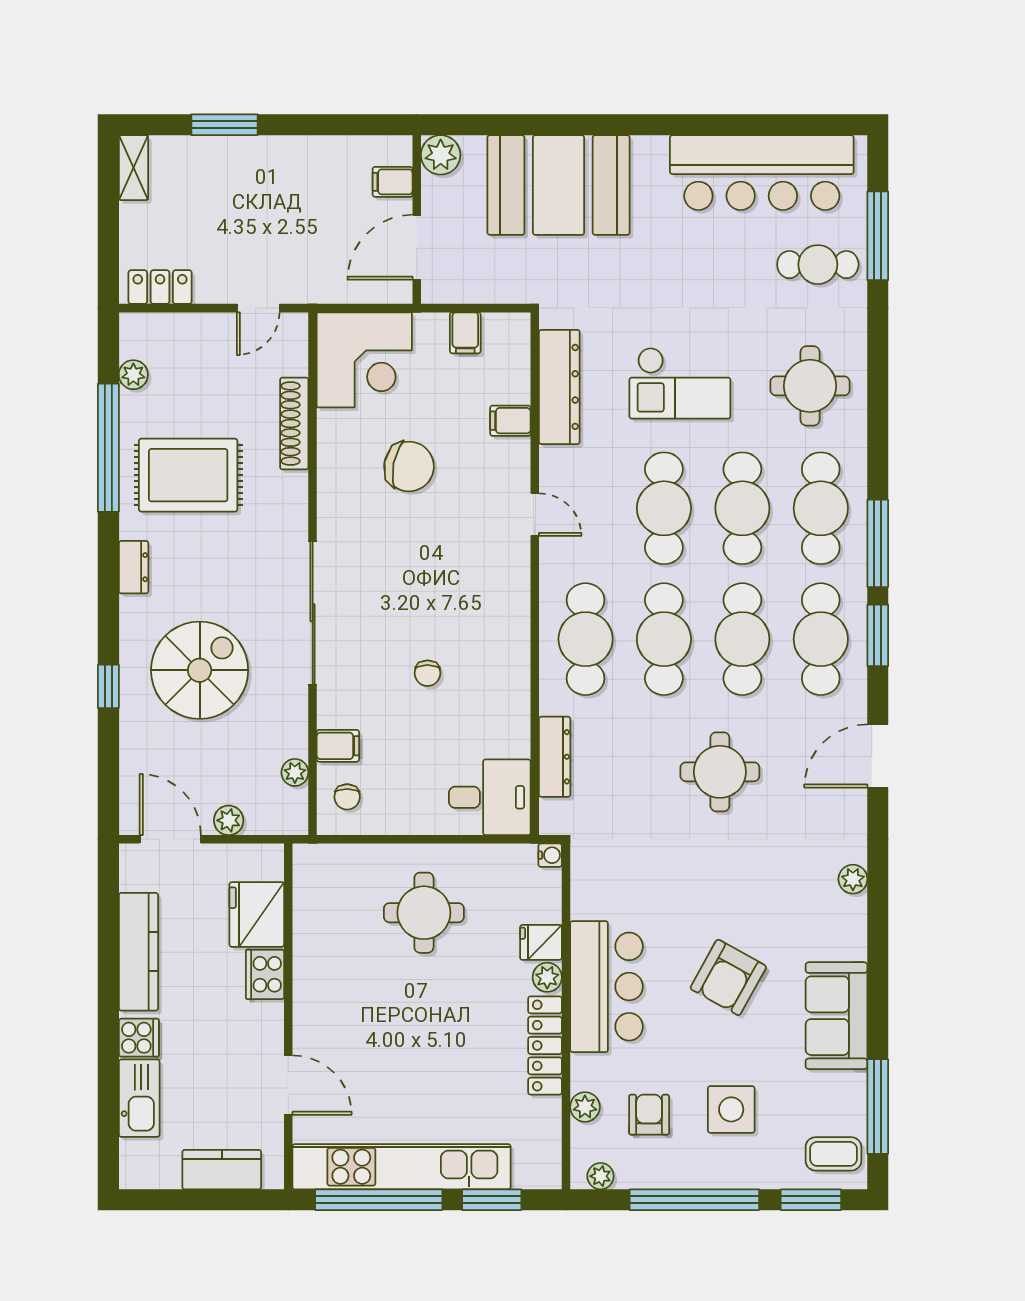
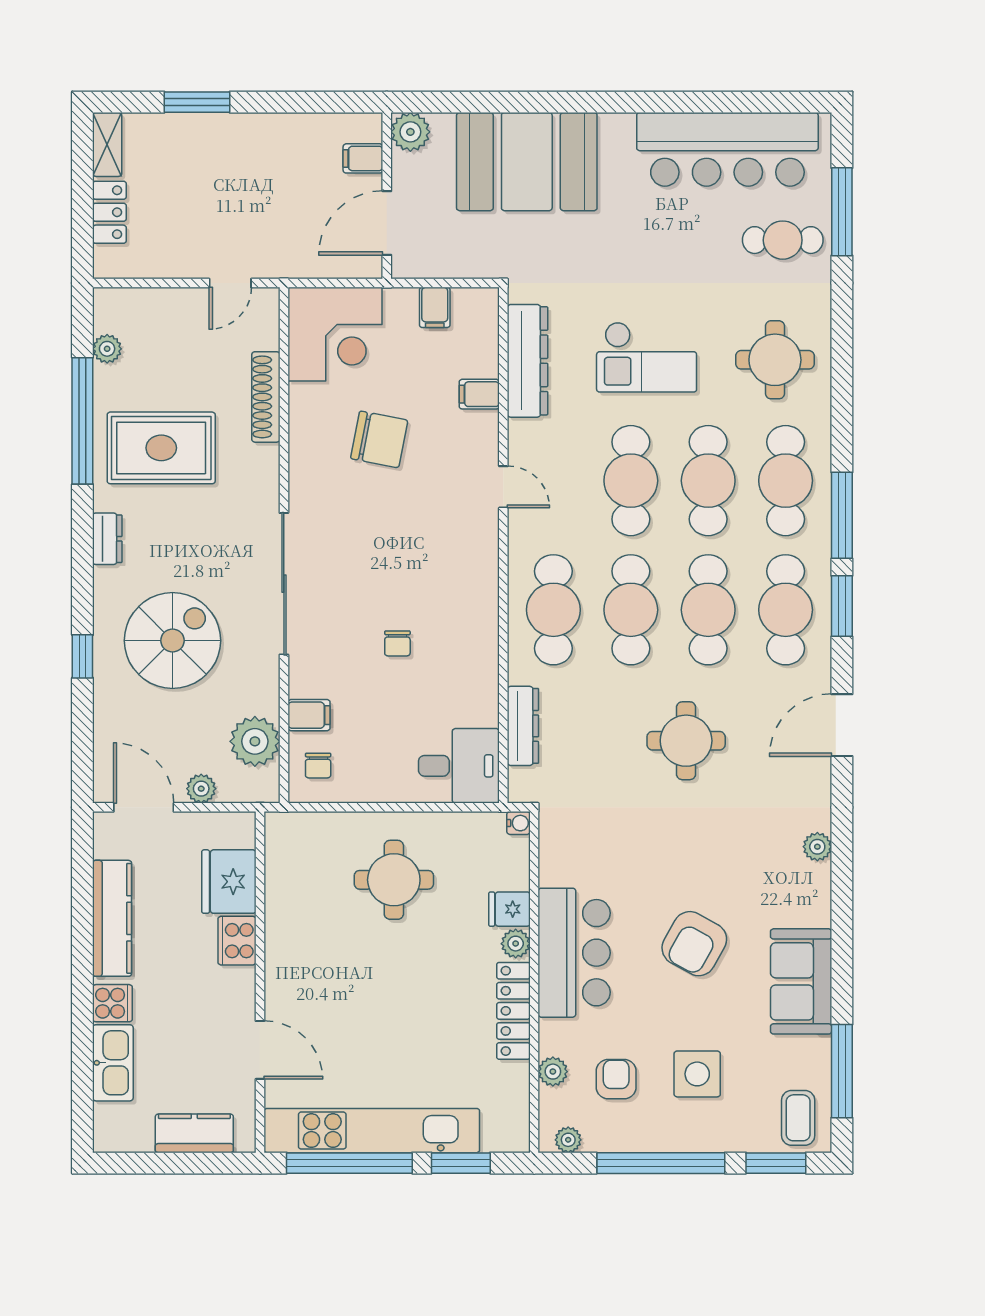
locker: (160, 287) -> (109, 212), moved, turned 90
plant: (295, 772) -> (255, 741), width x1.87, depth x1.87
coffee table: (833, 1154) -> (798, 1118), turned 90

